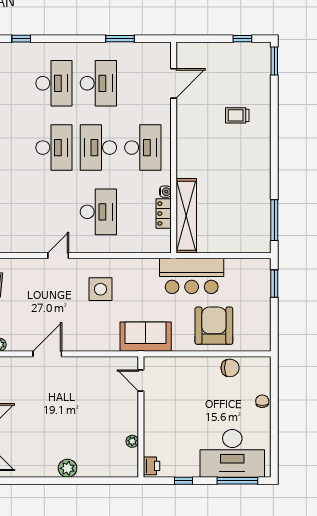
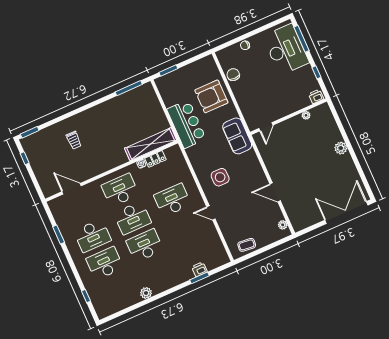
desk: (98, 83) -> (92, 236), turned 180

